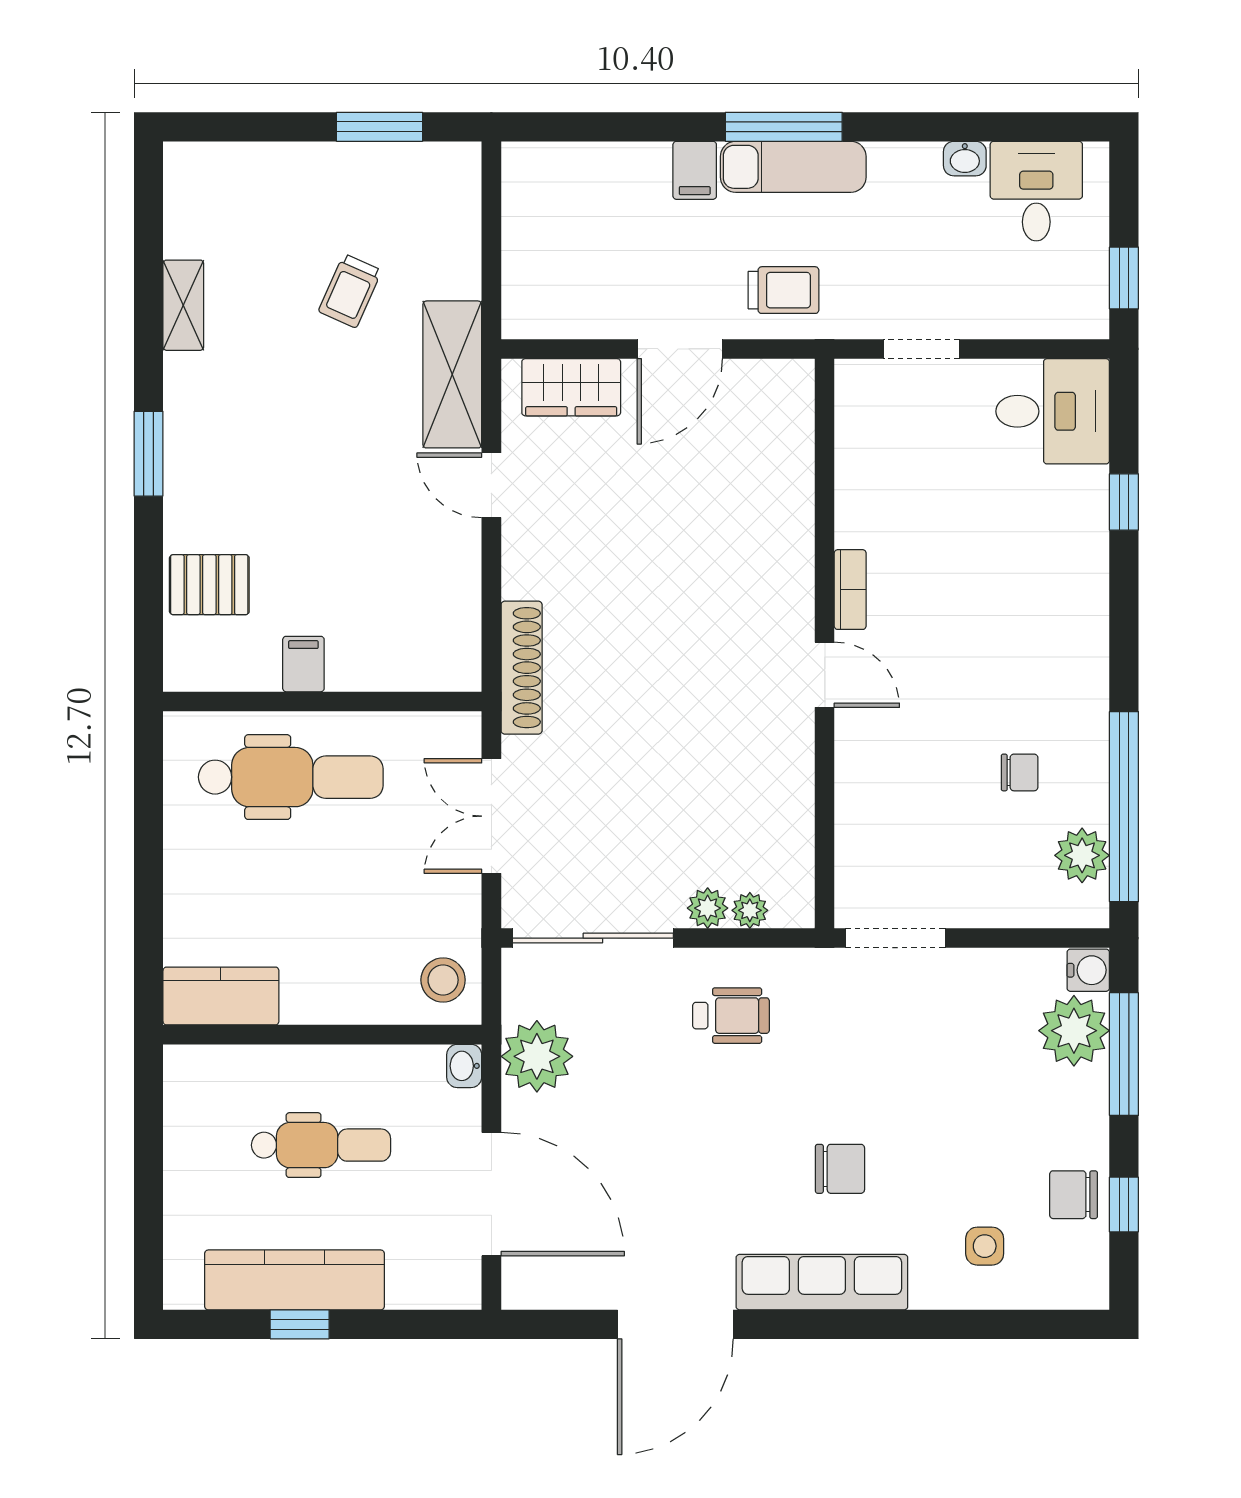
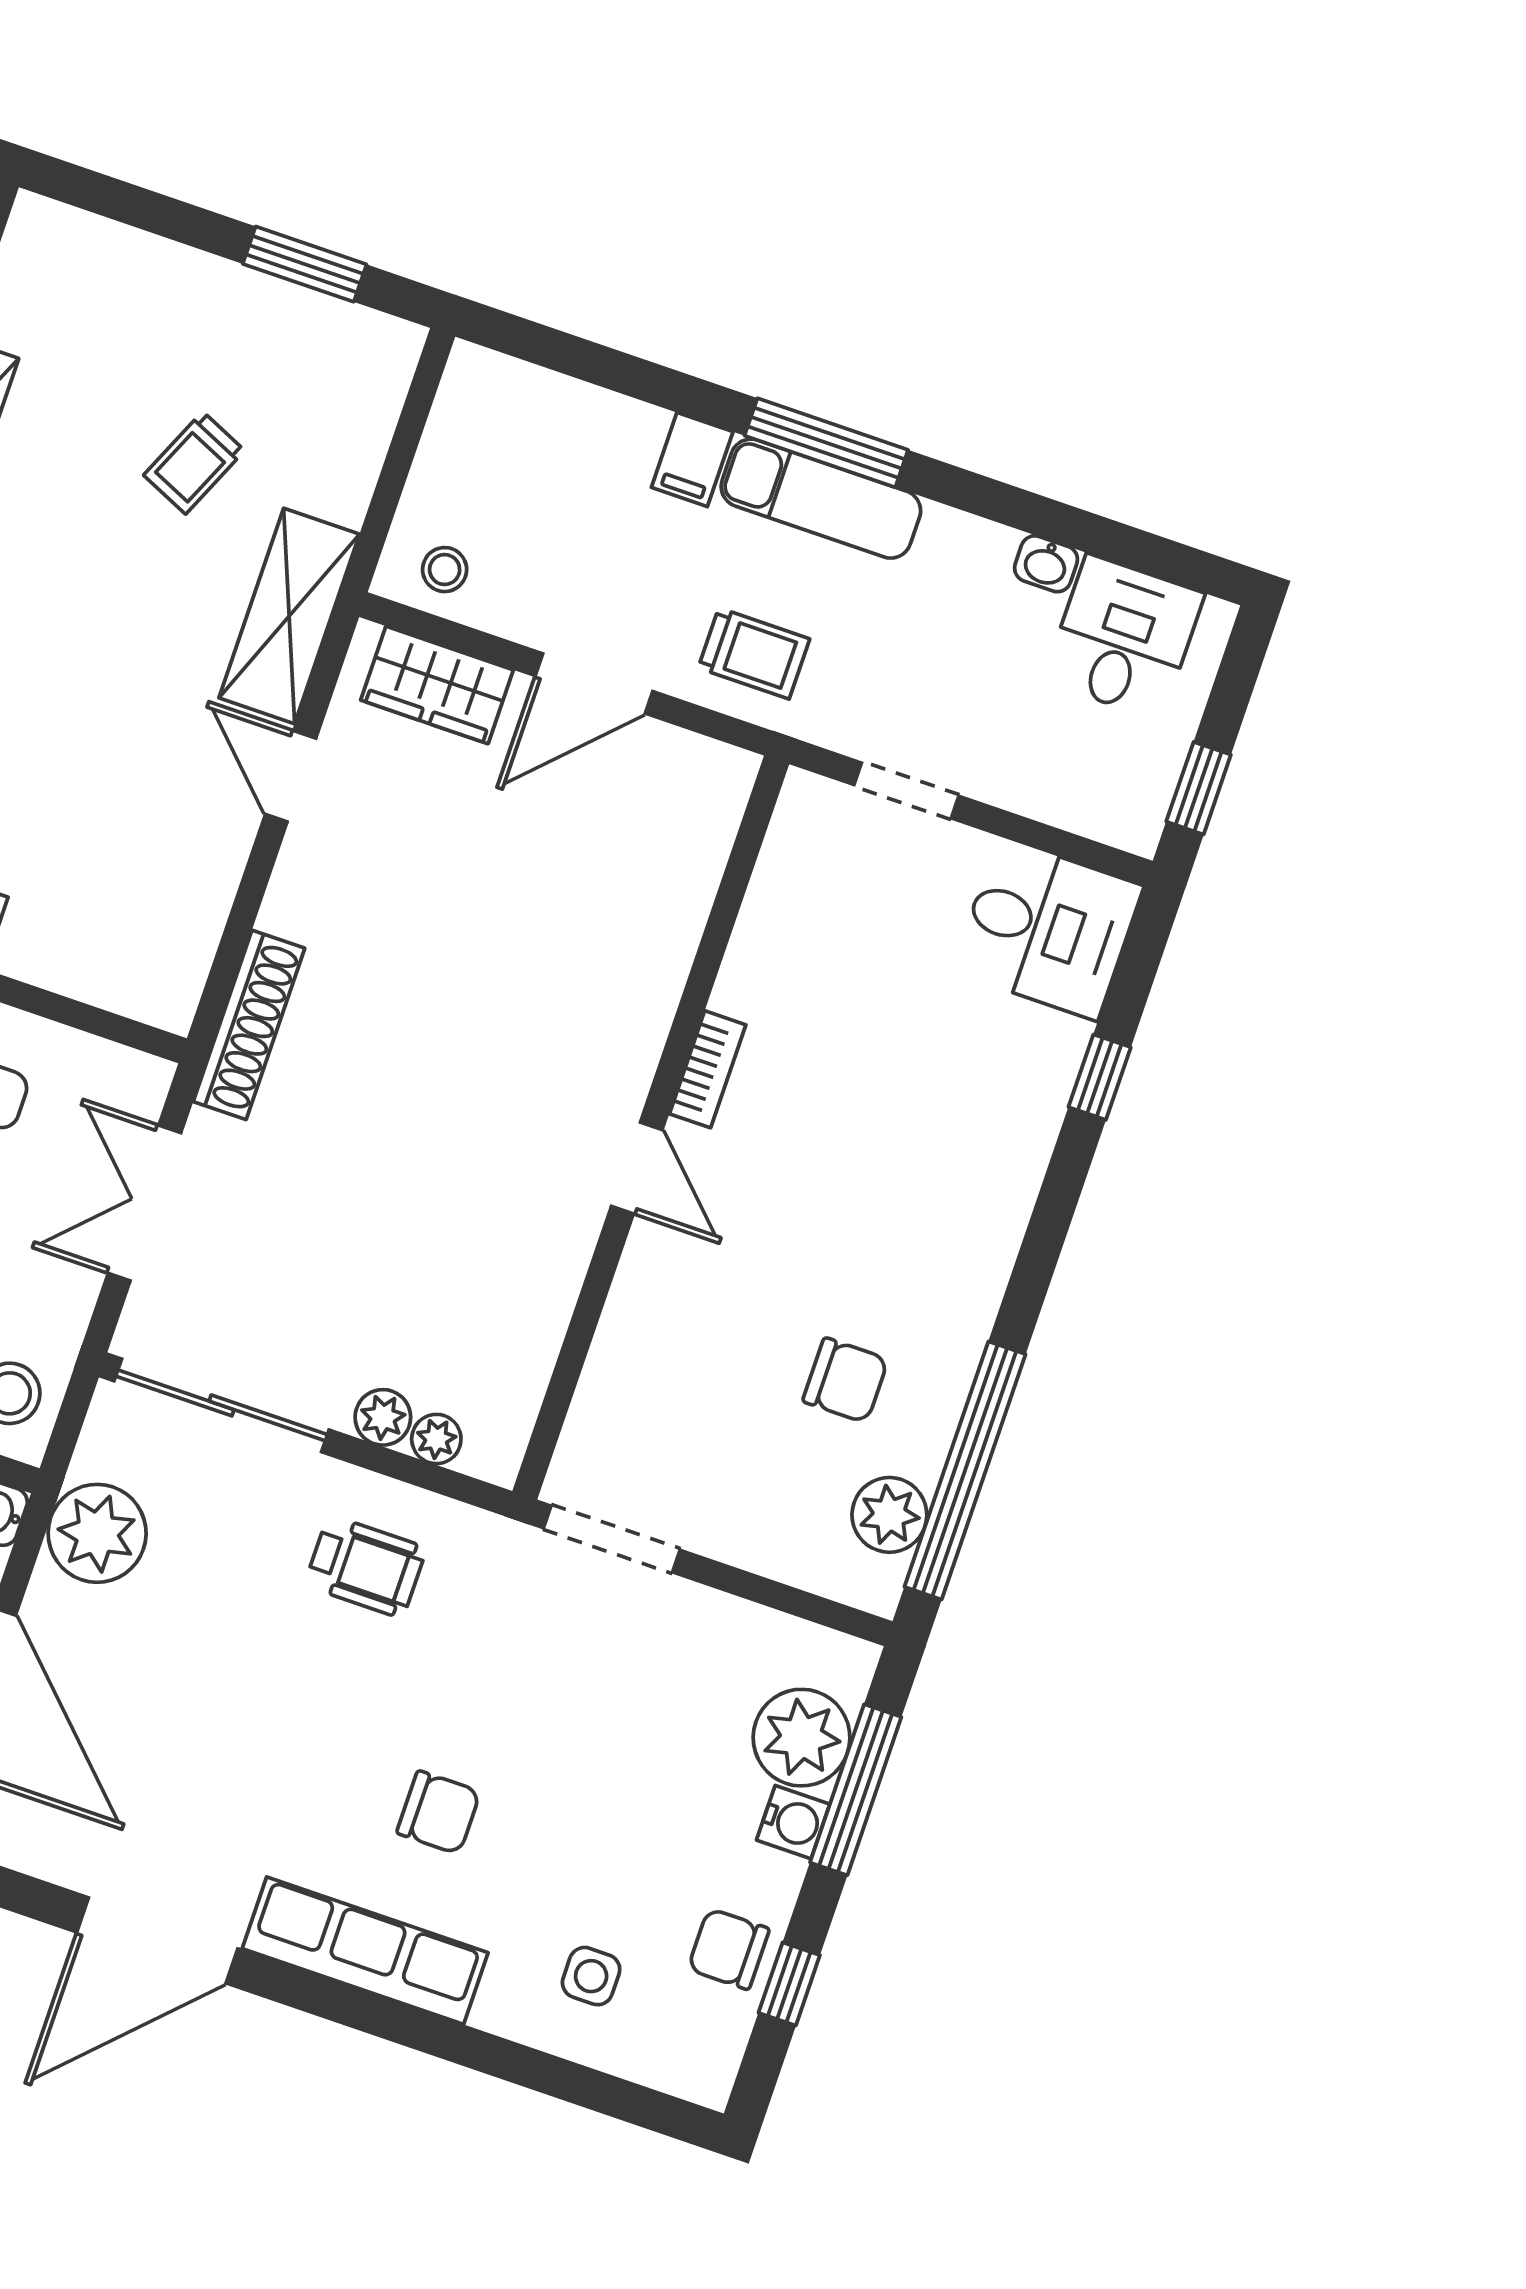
stool: (549, 305) -> (445, 570), added
chair: (1020, 772) -> (845, 1380), width x1.37, depth x1.37
water cooler: (1088, 970) -> (793, 1822), moved

